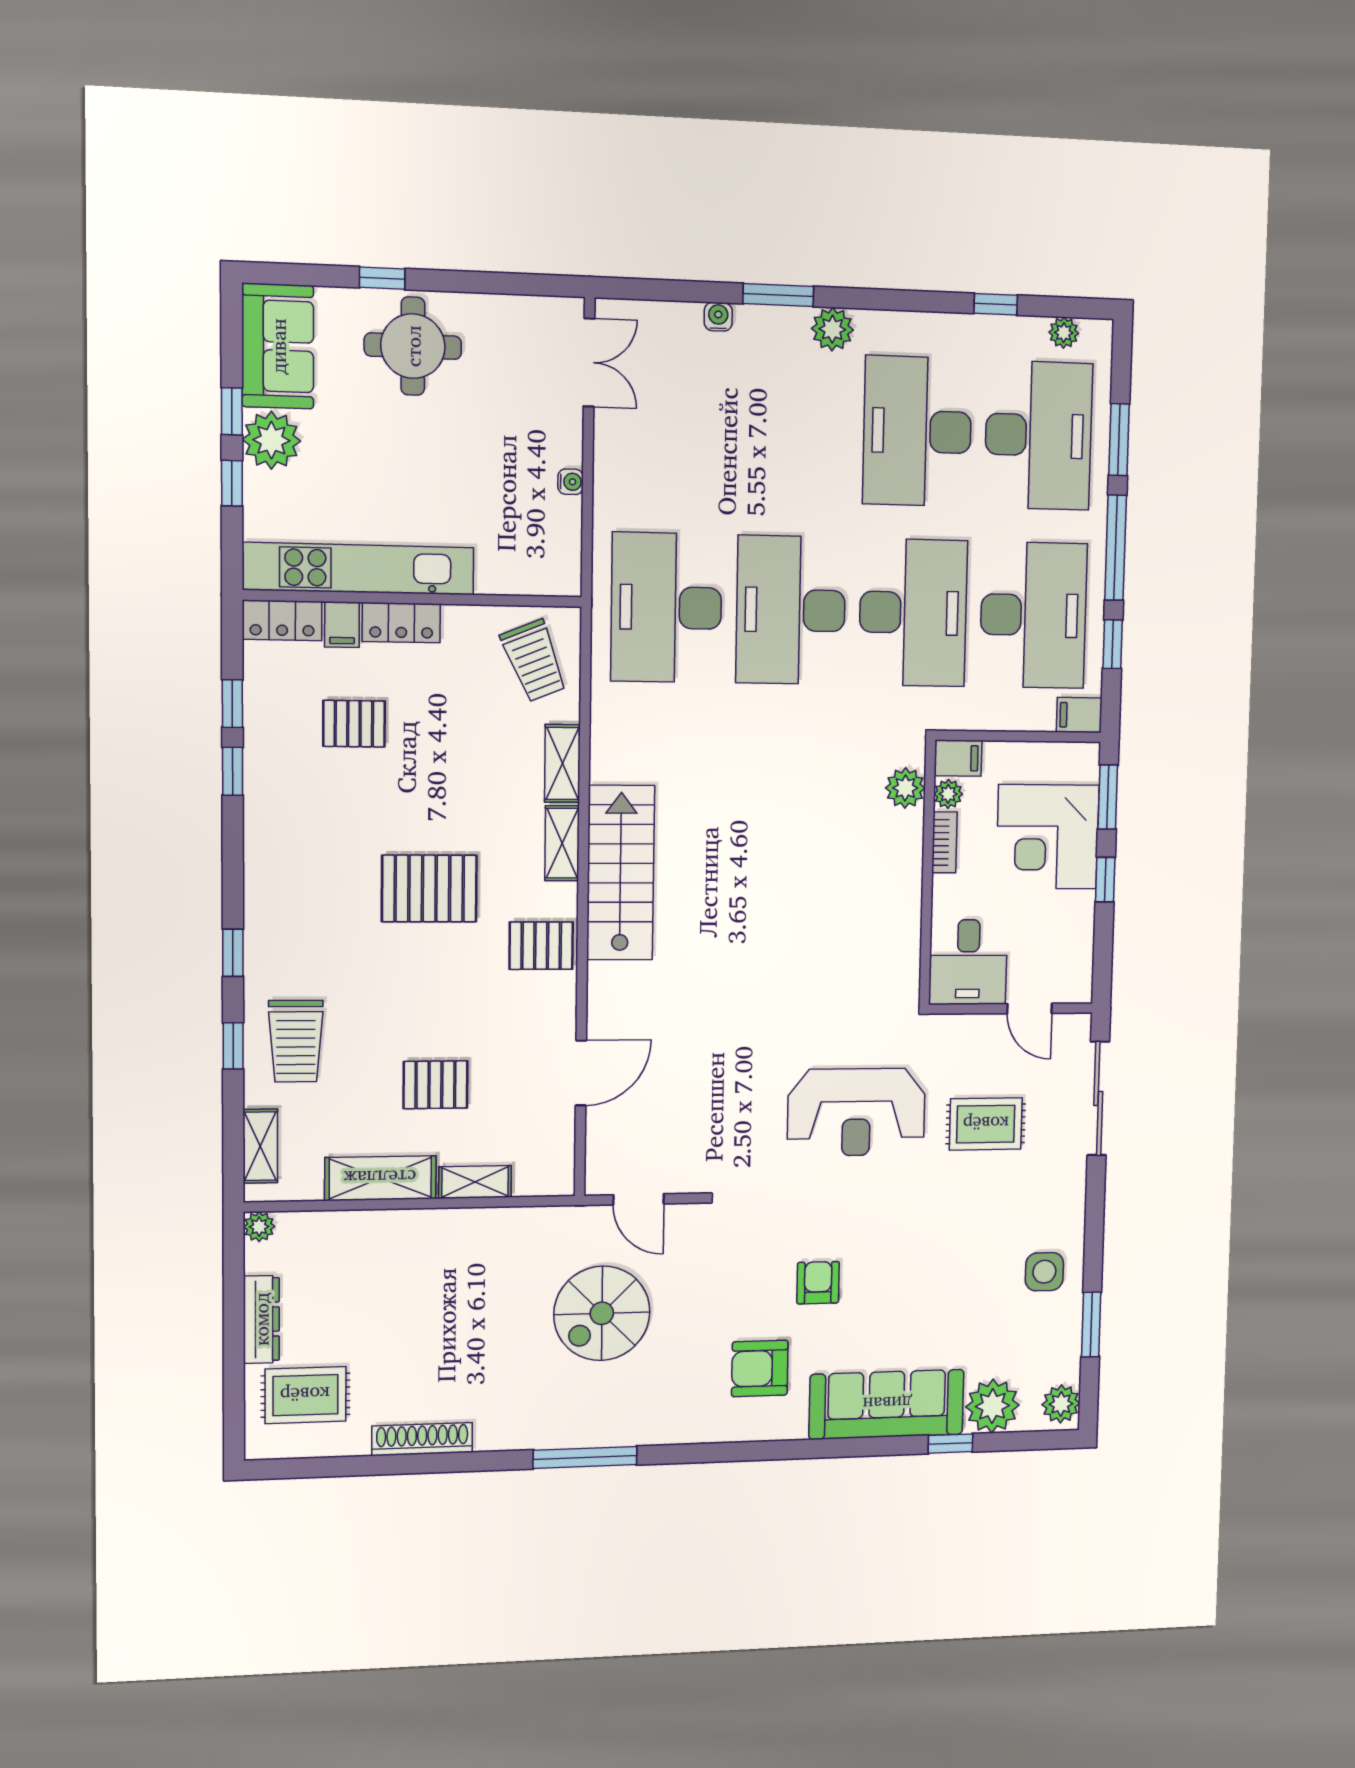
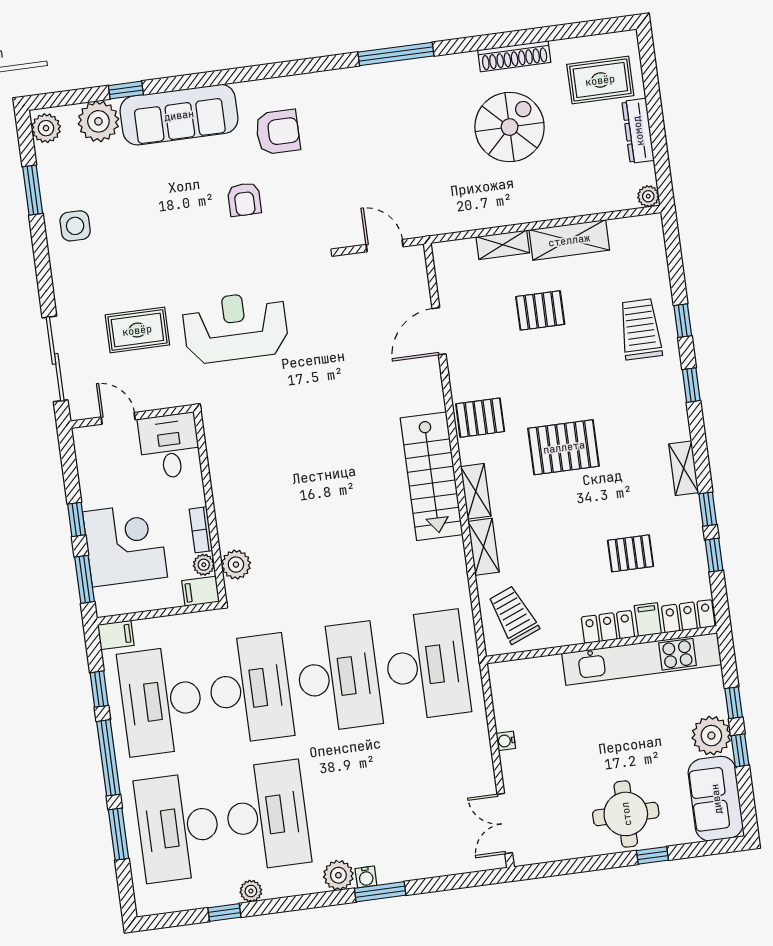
water cooler: (718, 317) -> (366, 877), moved
plant: (1064, 333) -> (251, 891), moved
desk: (913, 613) -> (250, 689), turned 180
shelving: (260, 1146) -> (684, 468), moved
spiral stairs: (602, 1313) -> (510, 127), moved

